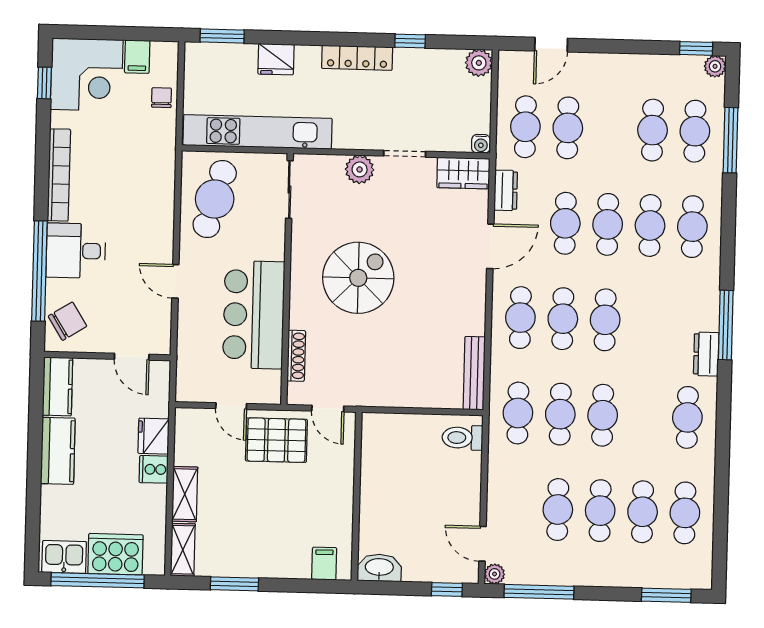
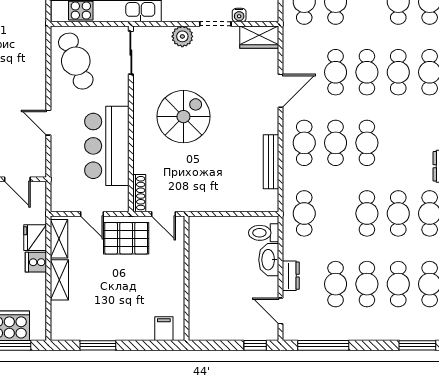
water cooler: (481, 144) -> (239, 15), moved
dresser: (506, 190) -> (291, 276), moved
cafe table: (215, 199) -> (76, 61), turned -37
shoe rack: (296, 356) -> (139, 193), moved
bench: (474, 373) -> (271, 162), moved
cafe table: (560, 414) -> (398, 213), moved
shelving: (183, 550) -> (59, 239), moved
washbasin: (379, 568) -> (269, 260), moved, turned -90
plant: (495, 574) -> (290, 333), removed

